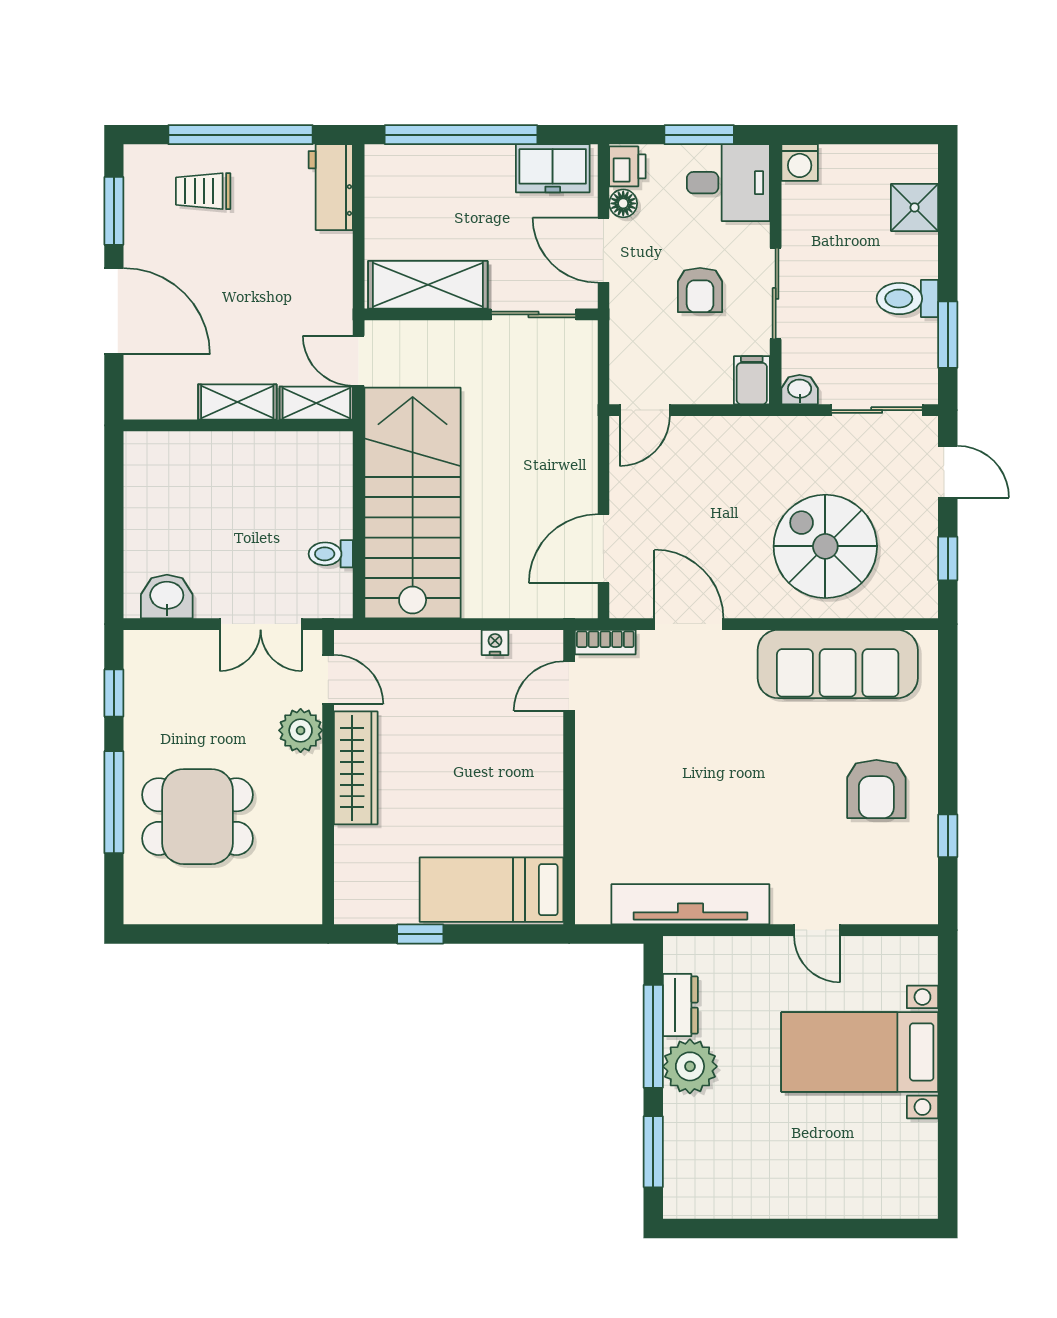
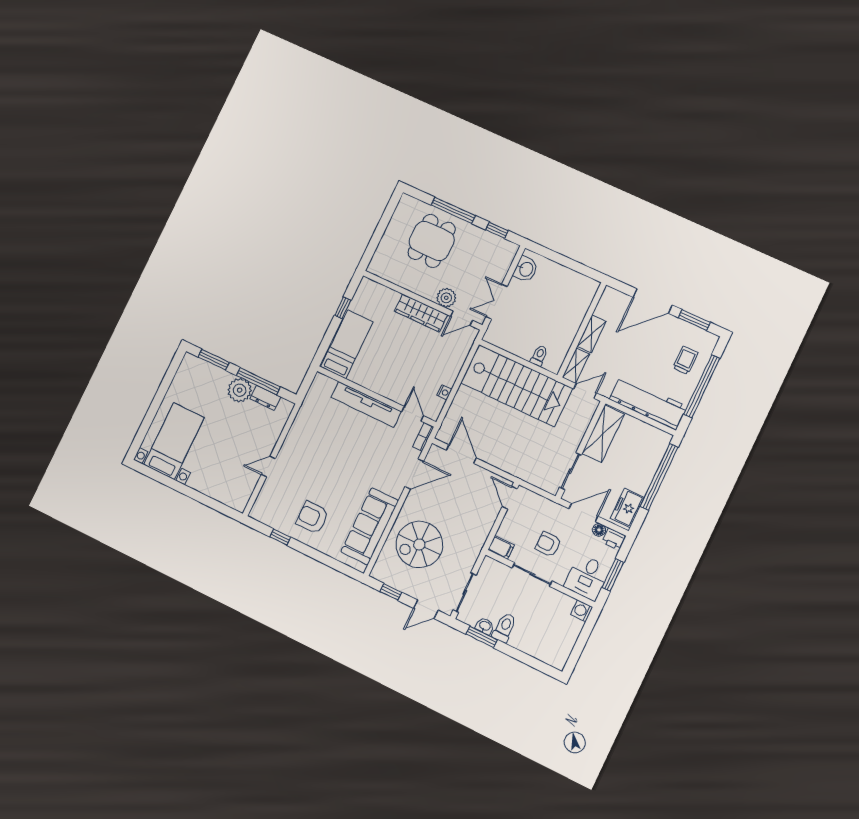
workbench: (331, 187) -> (648, 403), width x1.88, depth x1.32
shower: (915, 207) -> (541, 649), removed
washbasin: (800, 390) -> (485, 626), moved, turned -90
spiral stairs: (825, 546) -> (419, 544), turned 180
toilet: (331, 554) -> (539, 356), moved
tv unit: (690, 904) -> (366, 404), moved, turned 90
bed with nightstands: (860, 1052) -> (174, 441), moved

